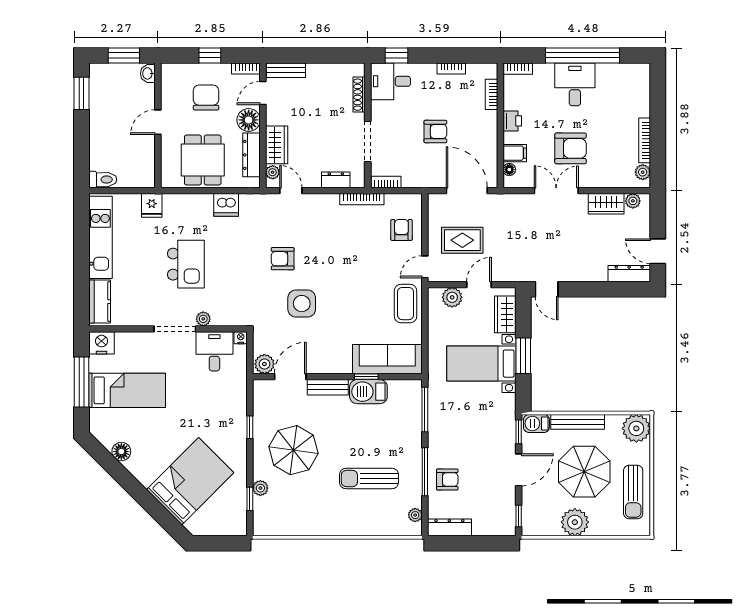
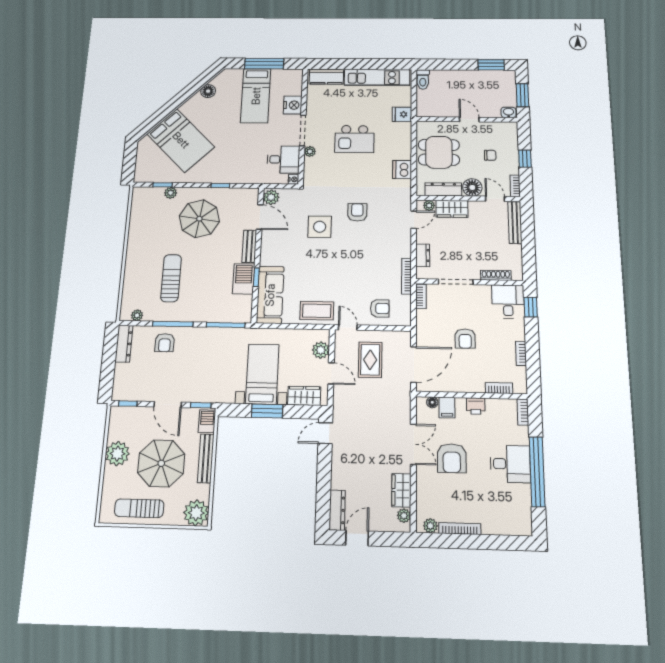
bench: (286, 70) -> (515, 223), width x1.36
chair: (206, 97) -> (490, 155), width x0.54, depth x0.54
nightstand: (102, 343) -> (293, 105), moved

